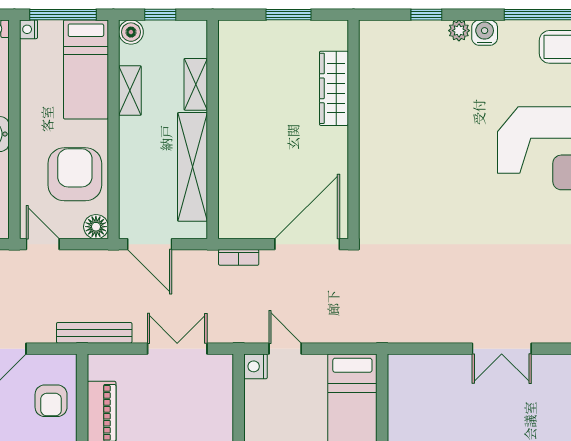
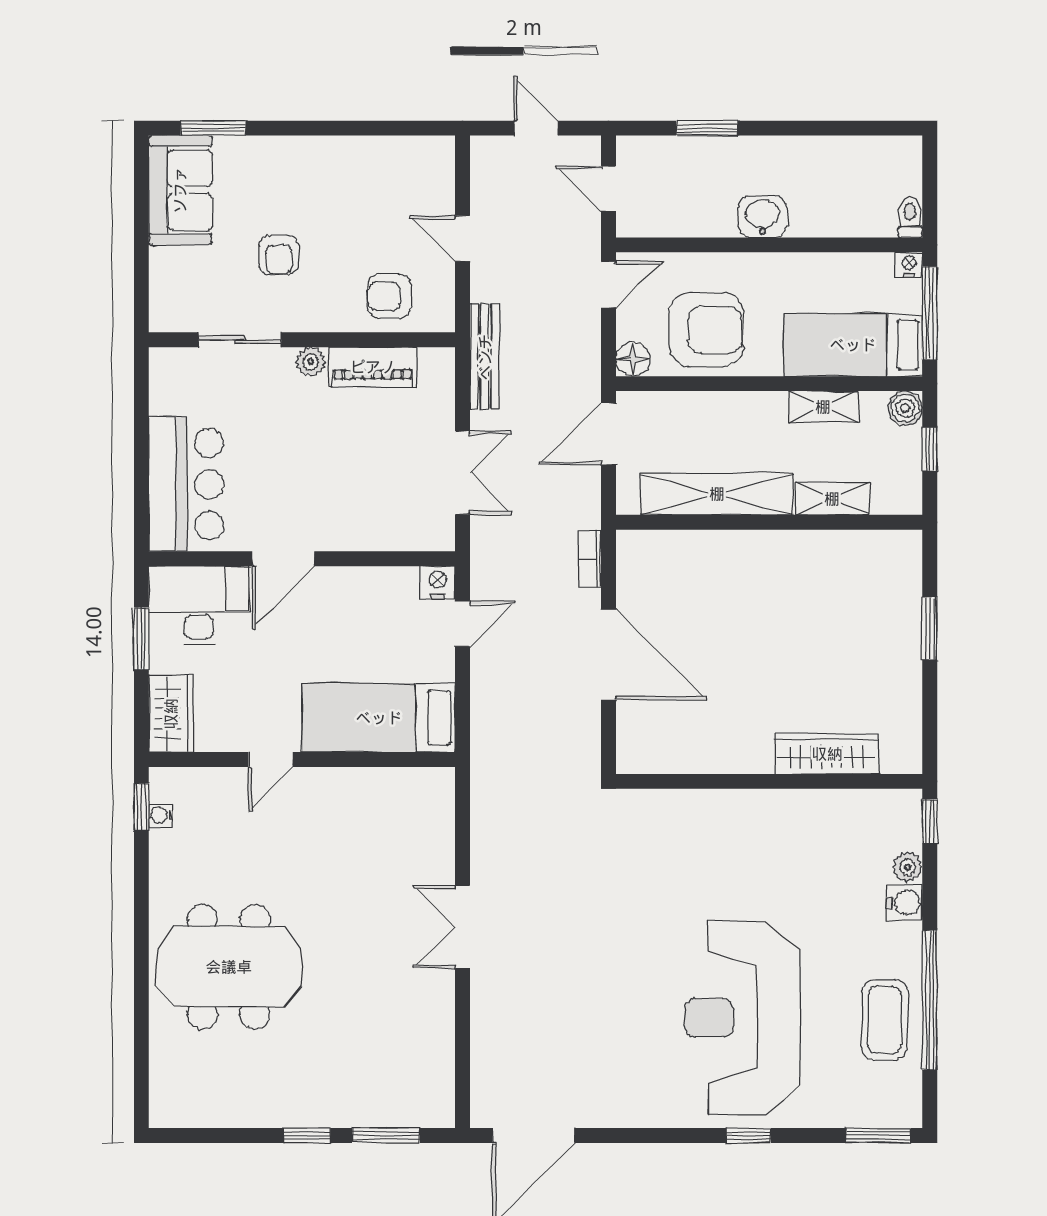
wardrobe: (334, 88) -> (827, 754), moved
wall: (354, 129) -> (769, 781), moved

